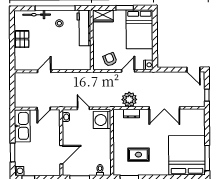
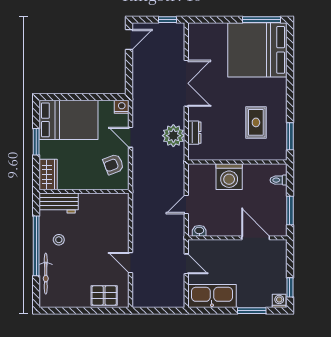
workbench: (84, 28) -> (59, 203), width x0.73
pallet: (22, 39) -> (104, 295), moved
washing machine: (102, 120) -> (229, 177), moved

